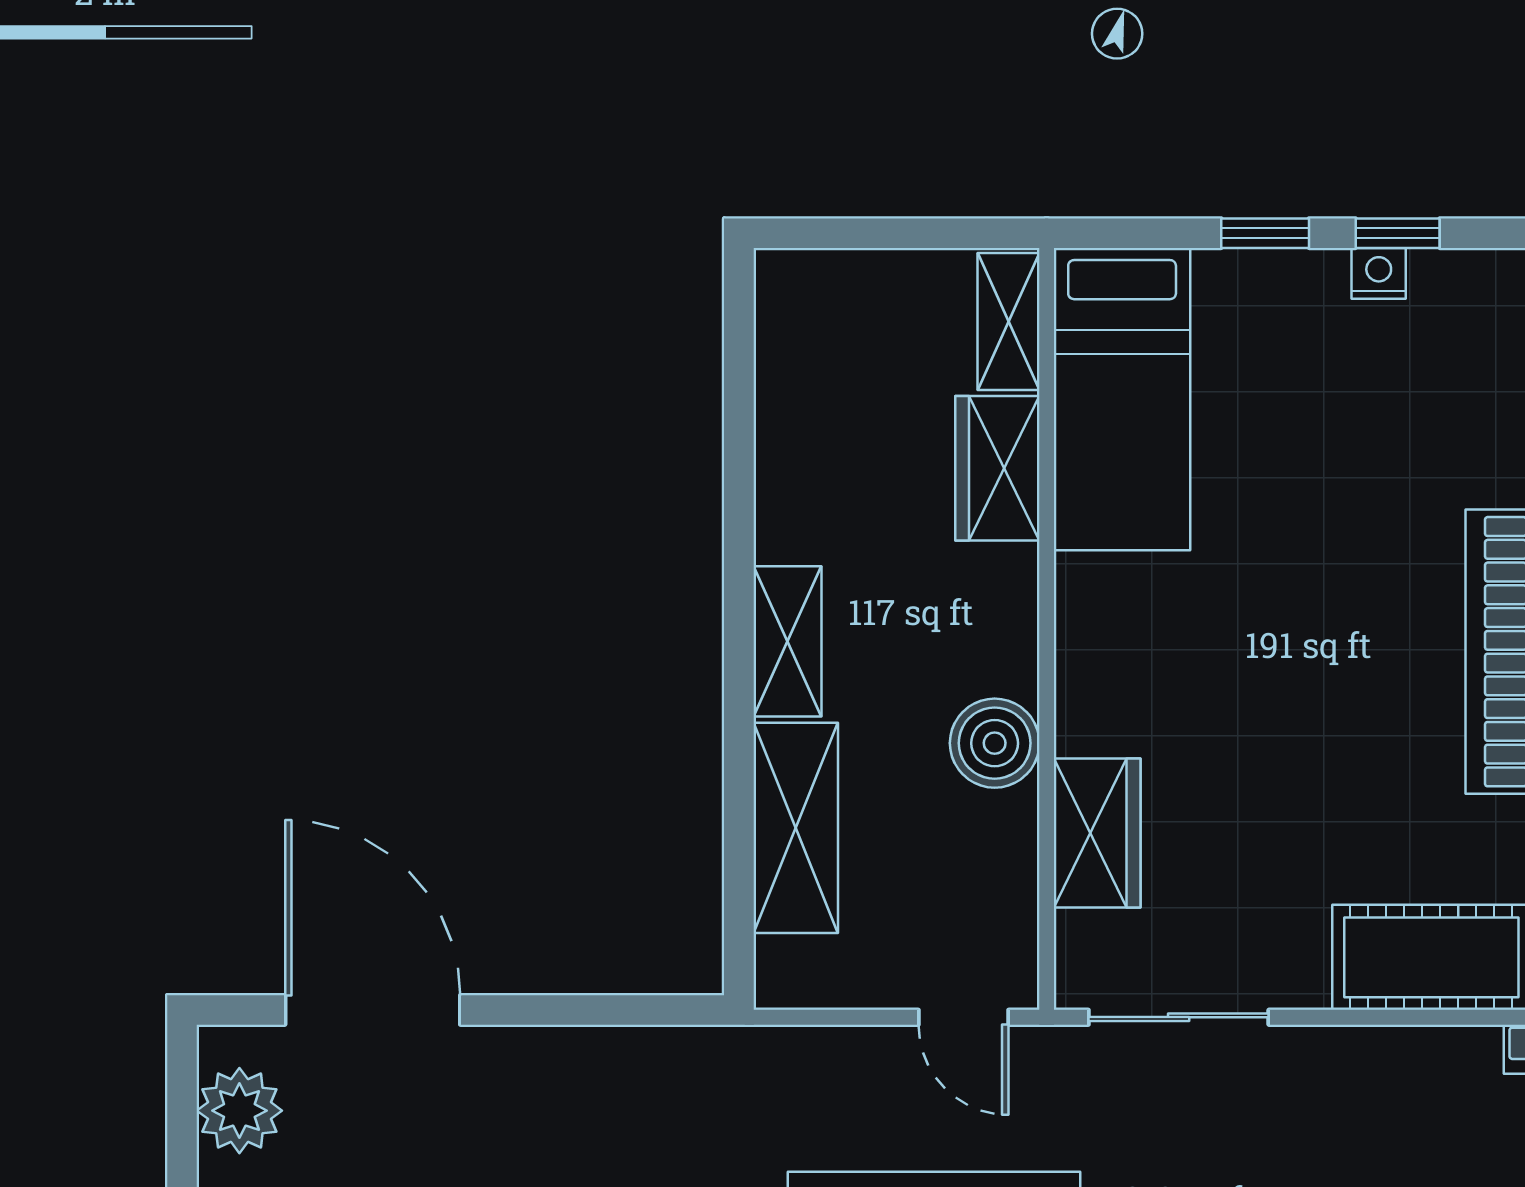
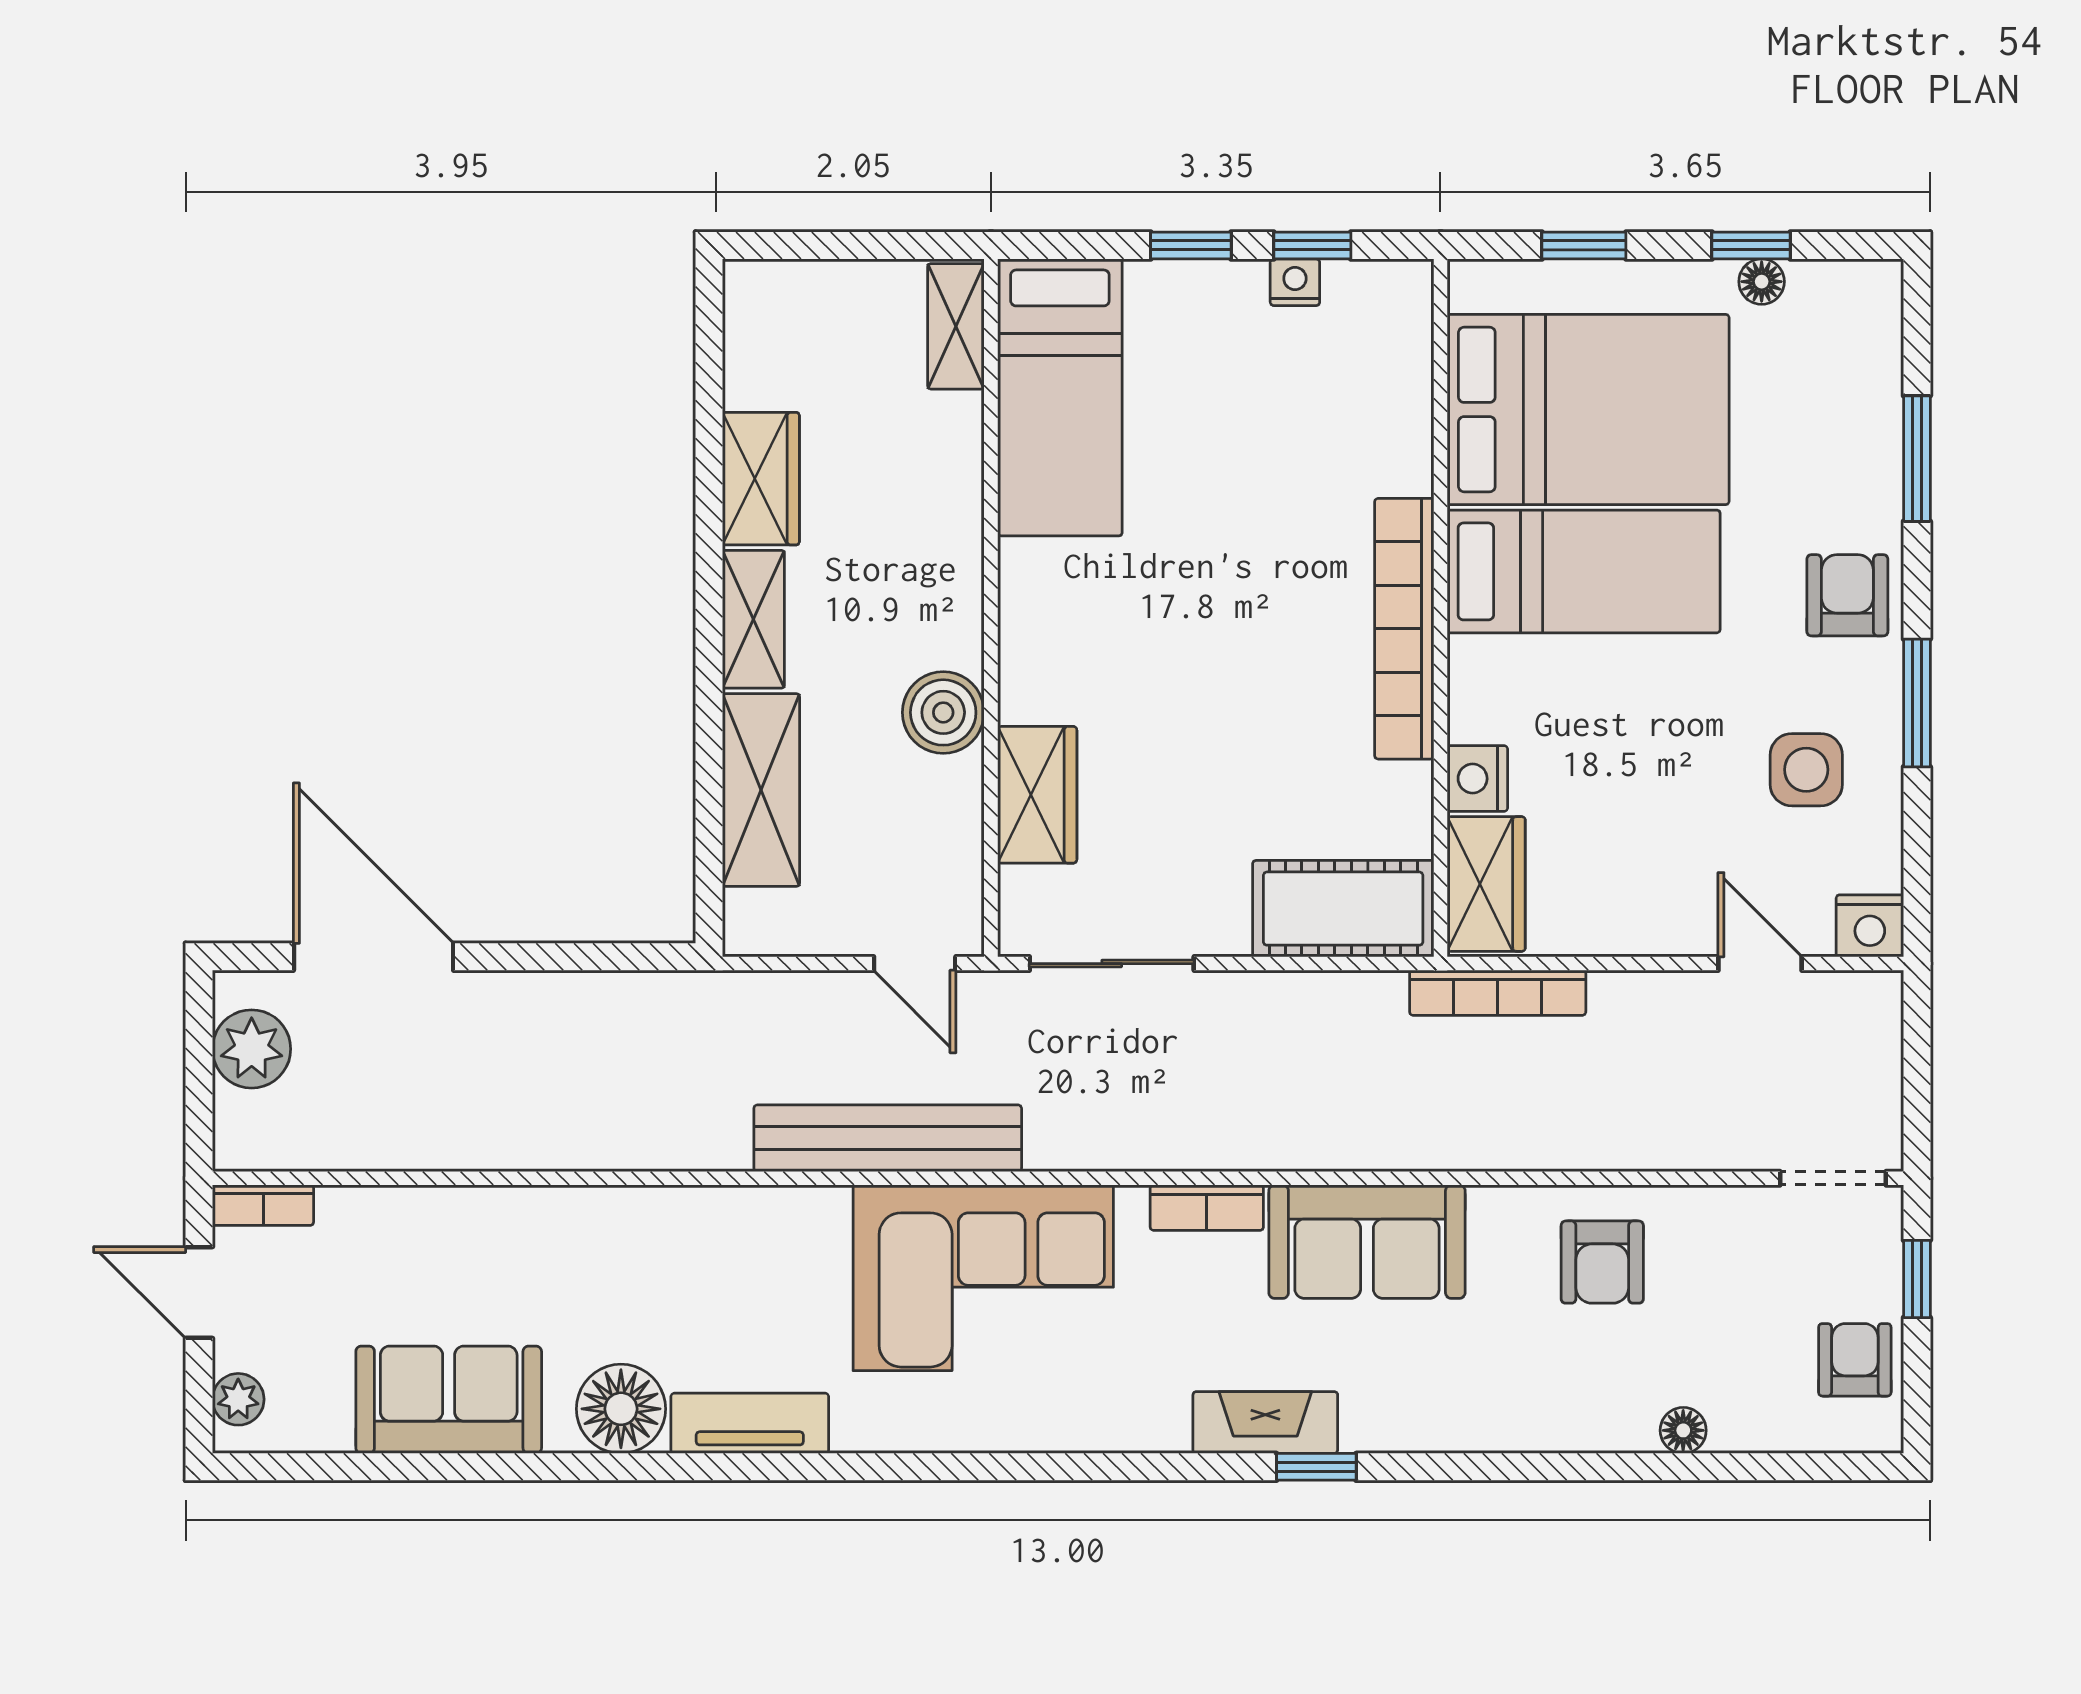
wardrobe: (997, 468) -> (761, 479), moved, turned 180

